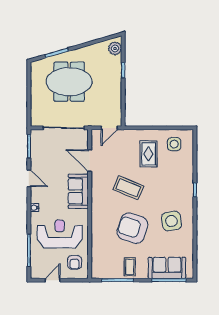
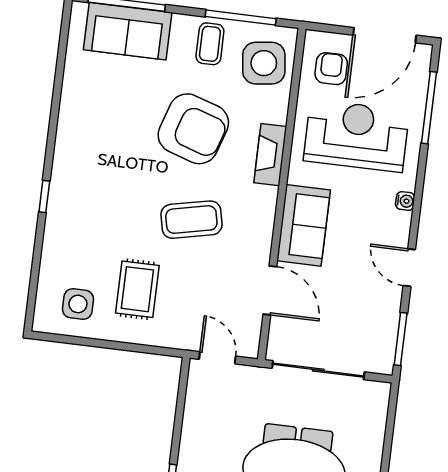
door: (109, 128) -> (217, 358), hinge flipped
coffee table: (128, 188) -> (191, 220), turned -35
fireplace: (97, 221) -> (270, 155), added
side table: (171, 221) -> (264, 63), moved
reception desk: (60, 234) -> (356, 136), turned 180
door: (53, 280) -> (385, 35), width x1.88

